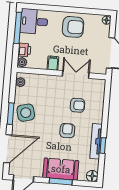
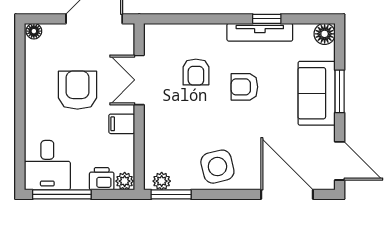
armchair: (73, 27) -> (77, 90), moved
armchair: (77, 105) -> (196, 72), turned 180
window: (11, 114) -> (171, 194), moved

